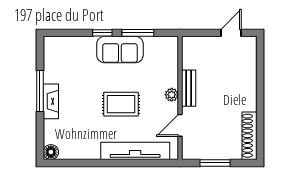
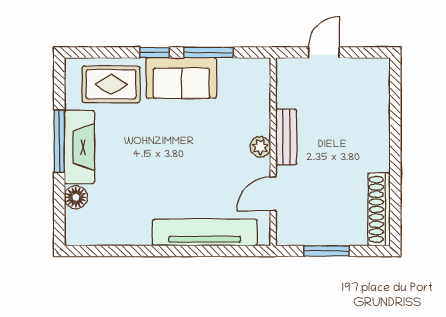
door: (231, 33) -> (324, 52), moved
fireplace: (51, 101) -> (79, 147), width x1.37, depth x1.32
rug: (121, 104) -> (111, 84), moved
floor lamp: (51, 152) -> (76, 197), moved

